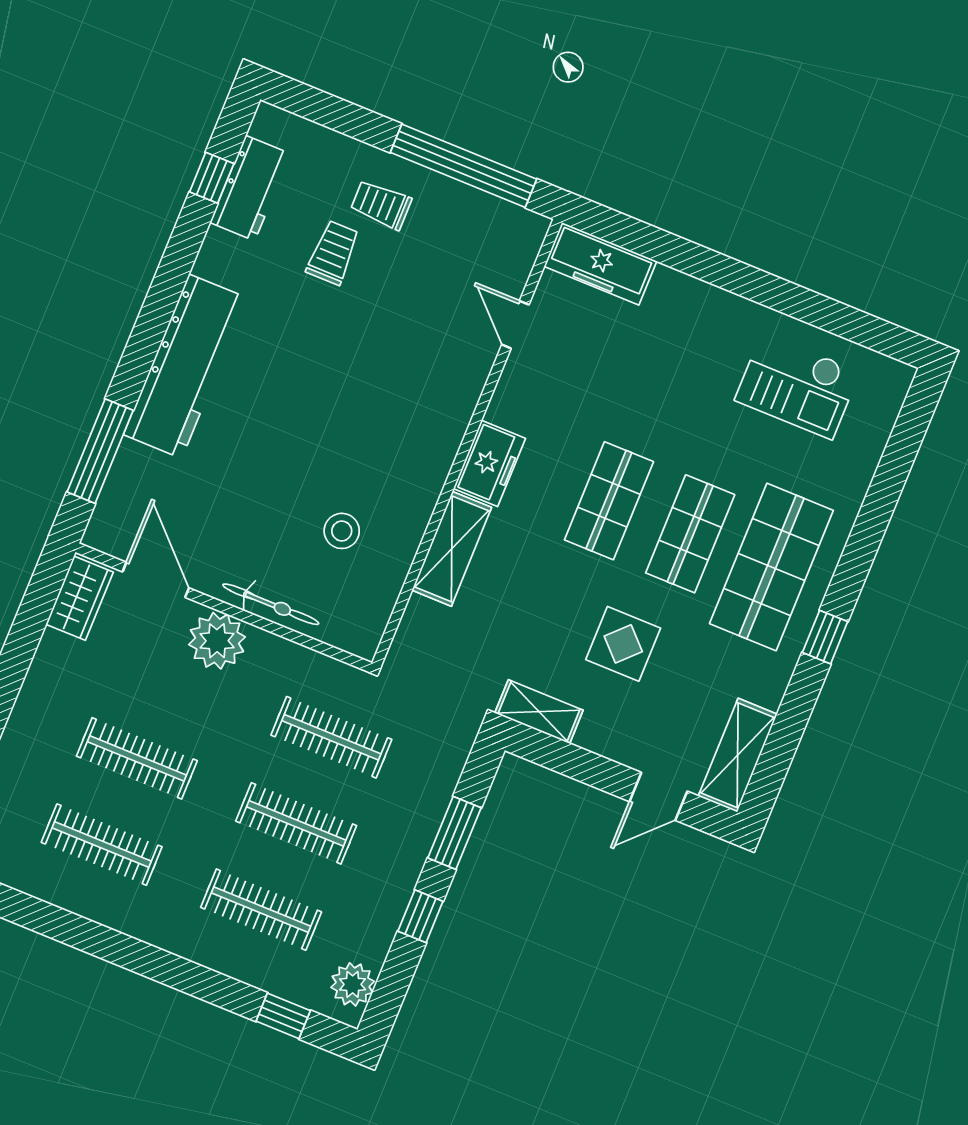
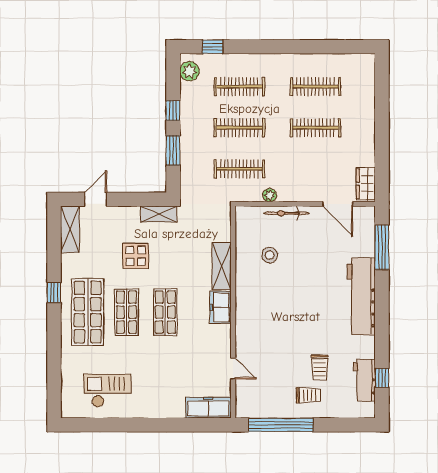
plant: (217, 641) -> (270, 195), moved, width x0.53, depth x0.53

